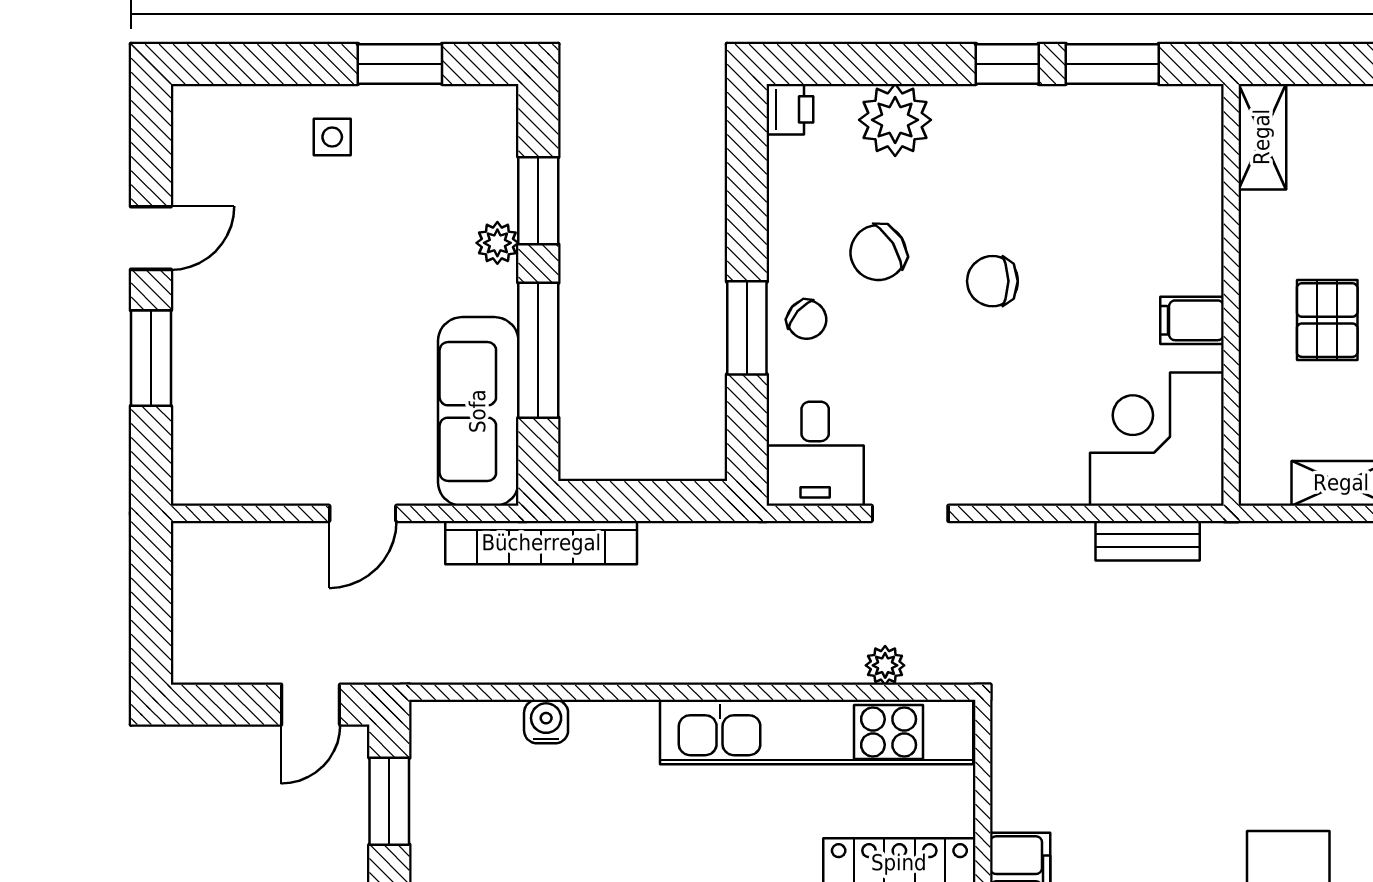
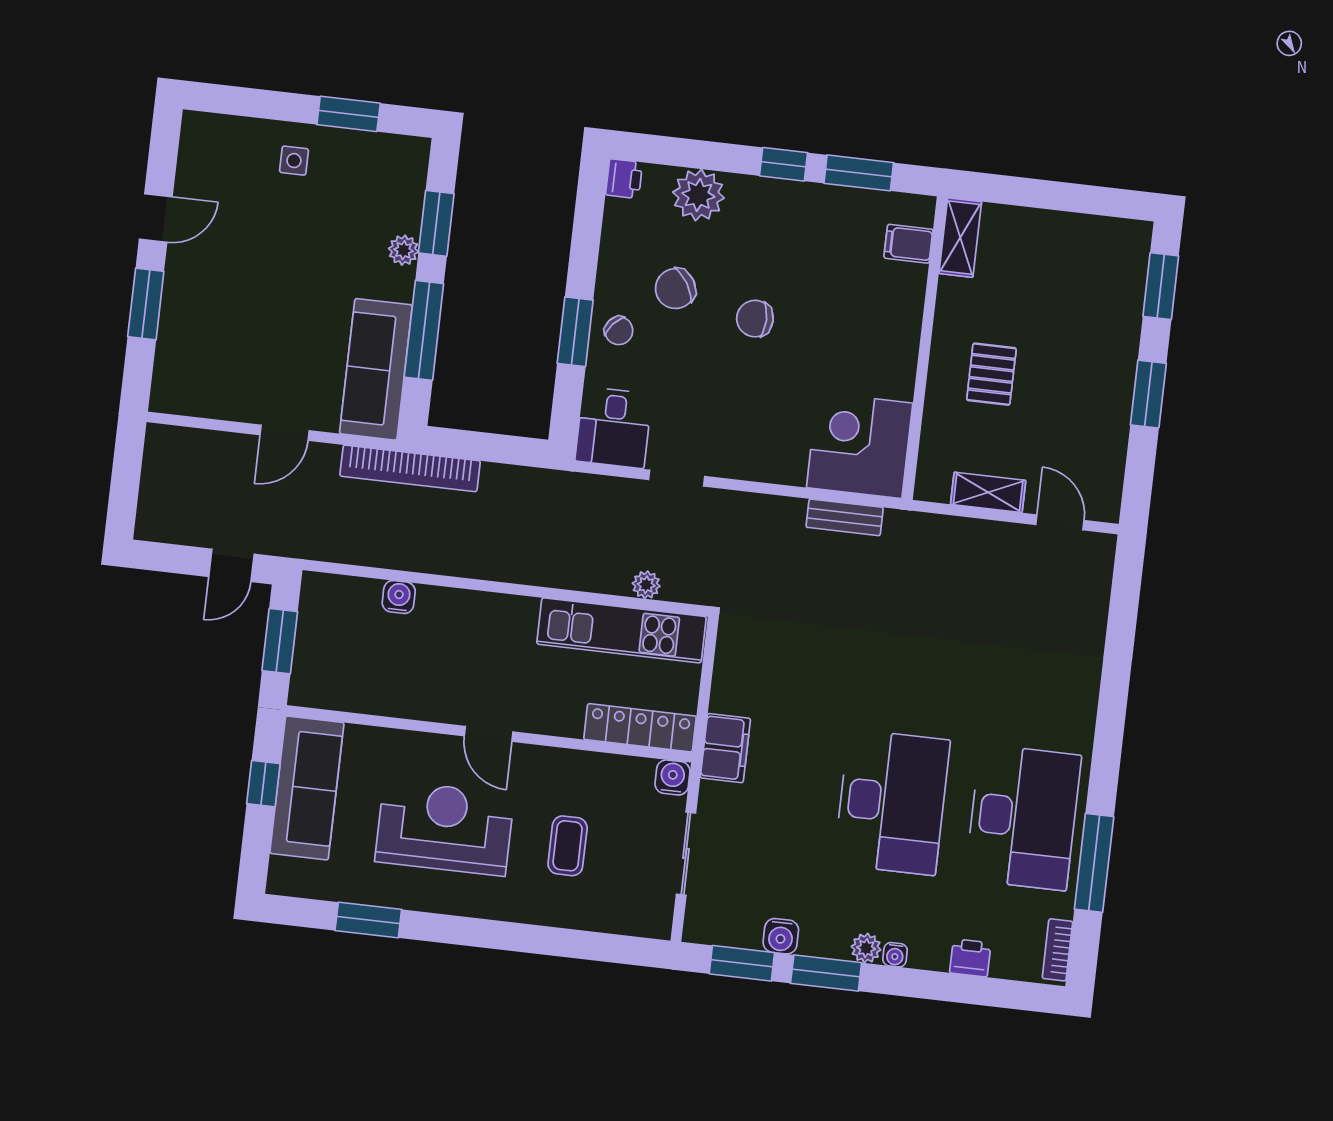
filing cabinet: (1192, 320) -> (908, 244), moved
kitchen unit: (817, 732) -> (621, 630), width x0.73

